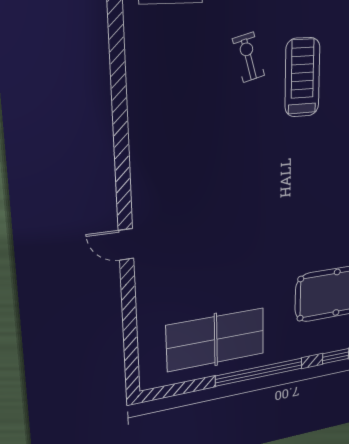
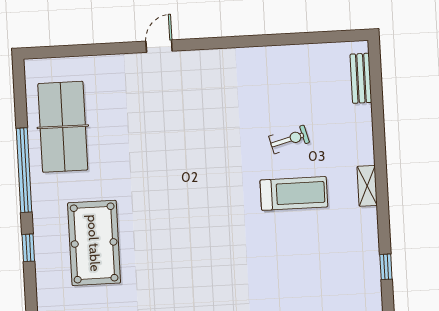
exercise bike: (248, 57) -> (289, 139), moved

